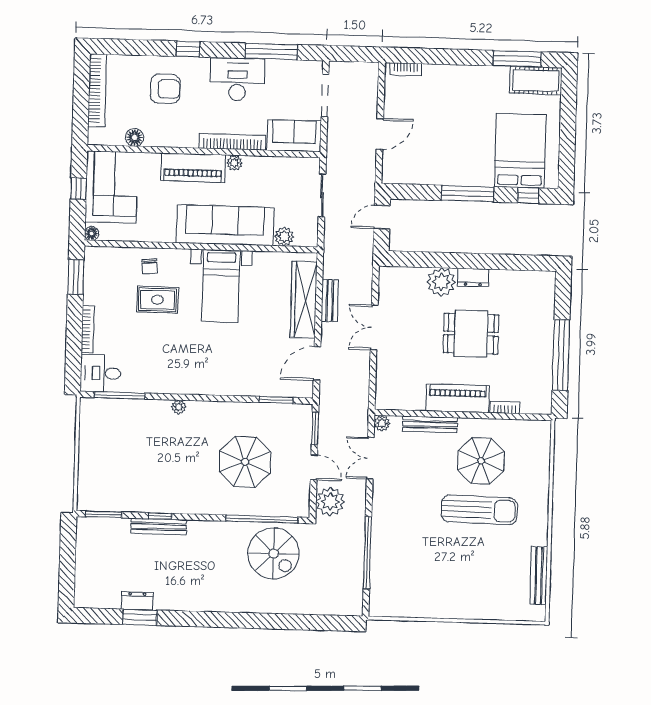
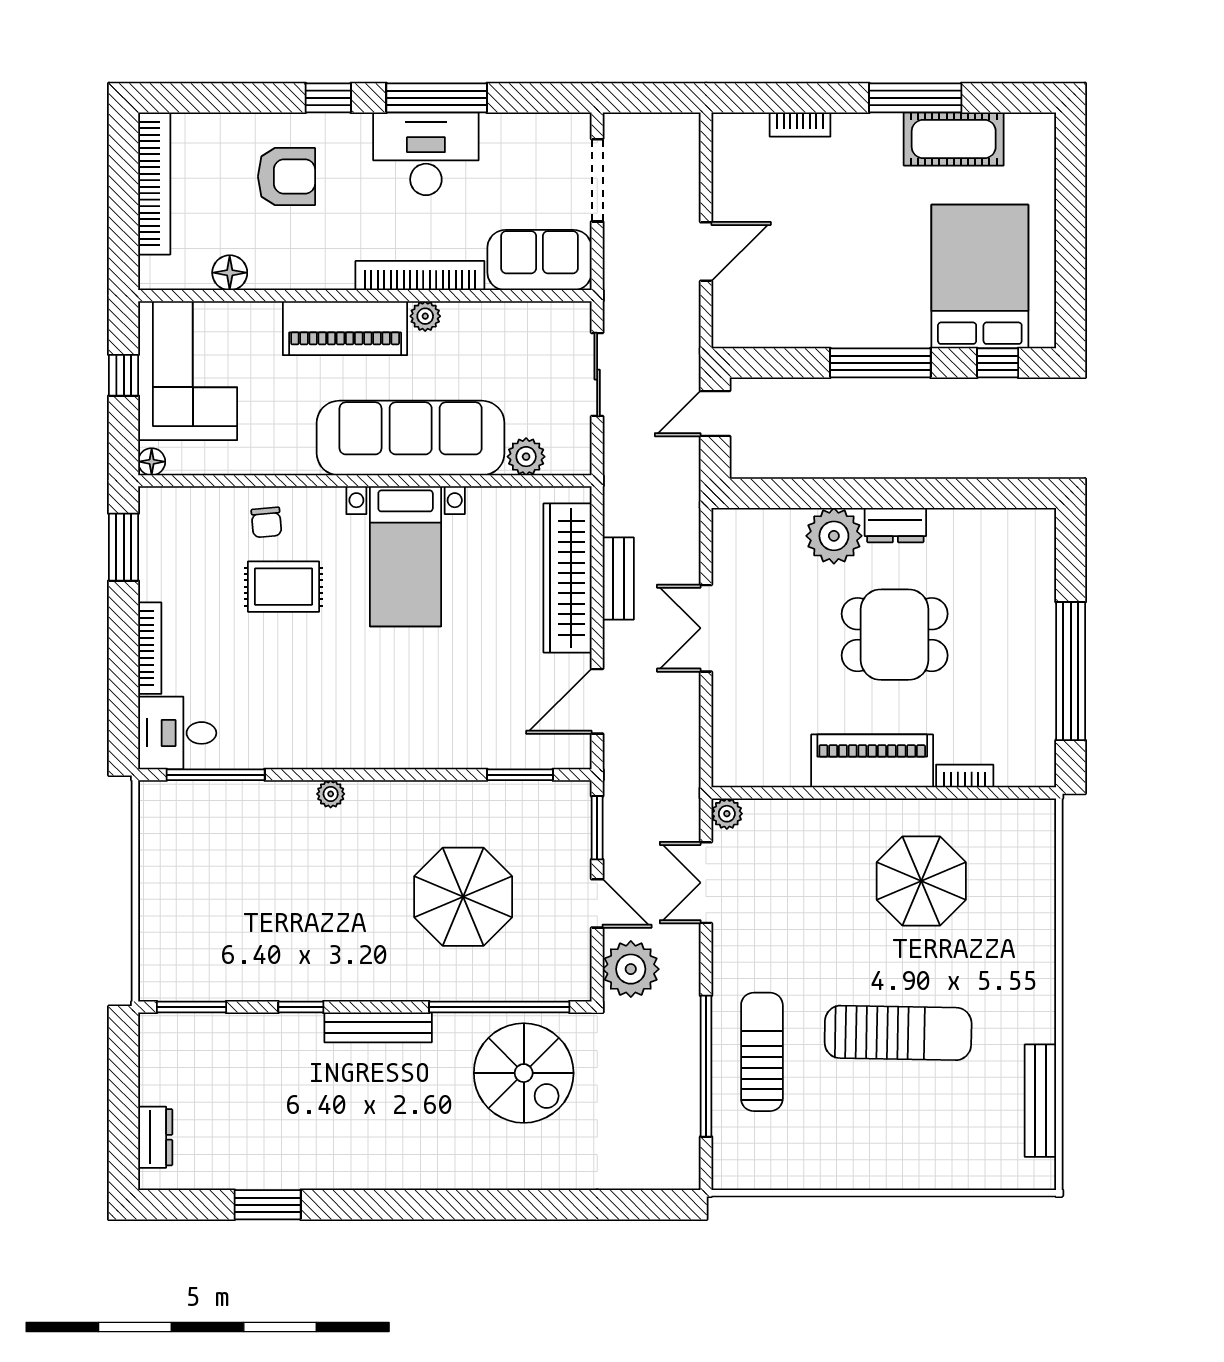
window: (272, 52) -> (437, 98), moved
window: (517, 59) -> (915, 98), moved
bookcase: (406, 69) -> (800, 125), moved
cot: (536, 81) -> (954, 139), moved
bench: (430, 424) -> (820, 813), removed
sun lounger: (479, 510) -> (898, 1033), moved
bench: (159, 527) -> (378, 1027), moved
sun lounger: (396, 546) -> (762, 1052), added
dresser: (137, 601) -> (155, 1137), moved, turned 90

